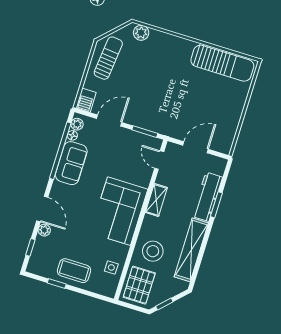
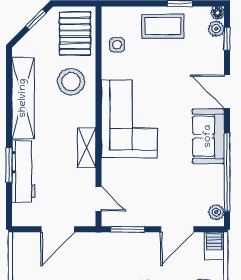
floor lamp: (72, 135) -> (218, 13), moved
sofa: (71, 163) -> (208, 136), moved
plant: (44, 230) -> (216, 29), moved

